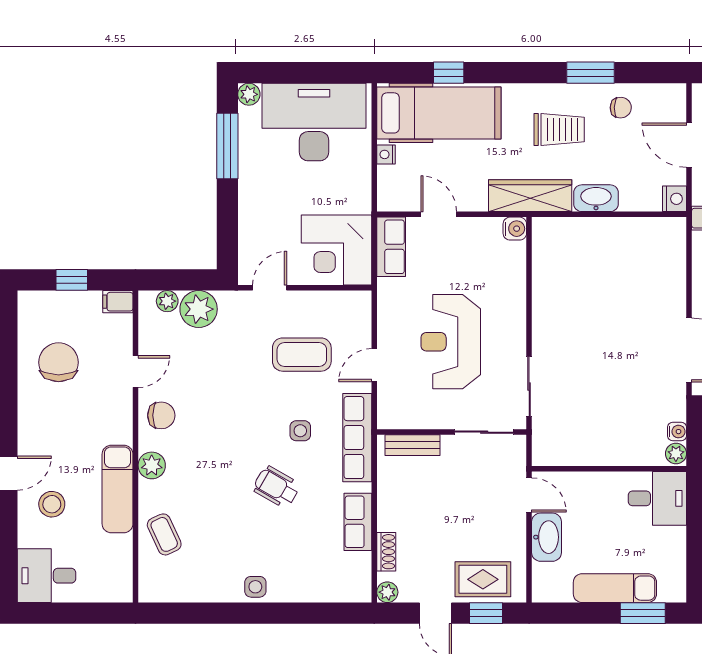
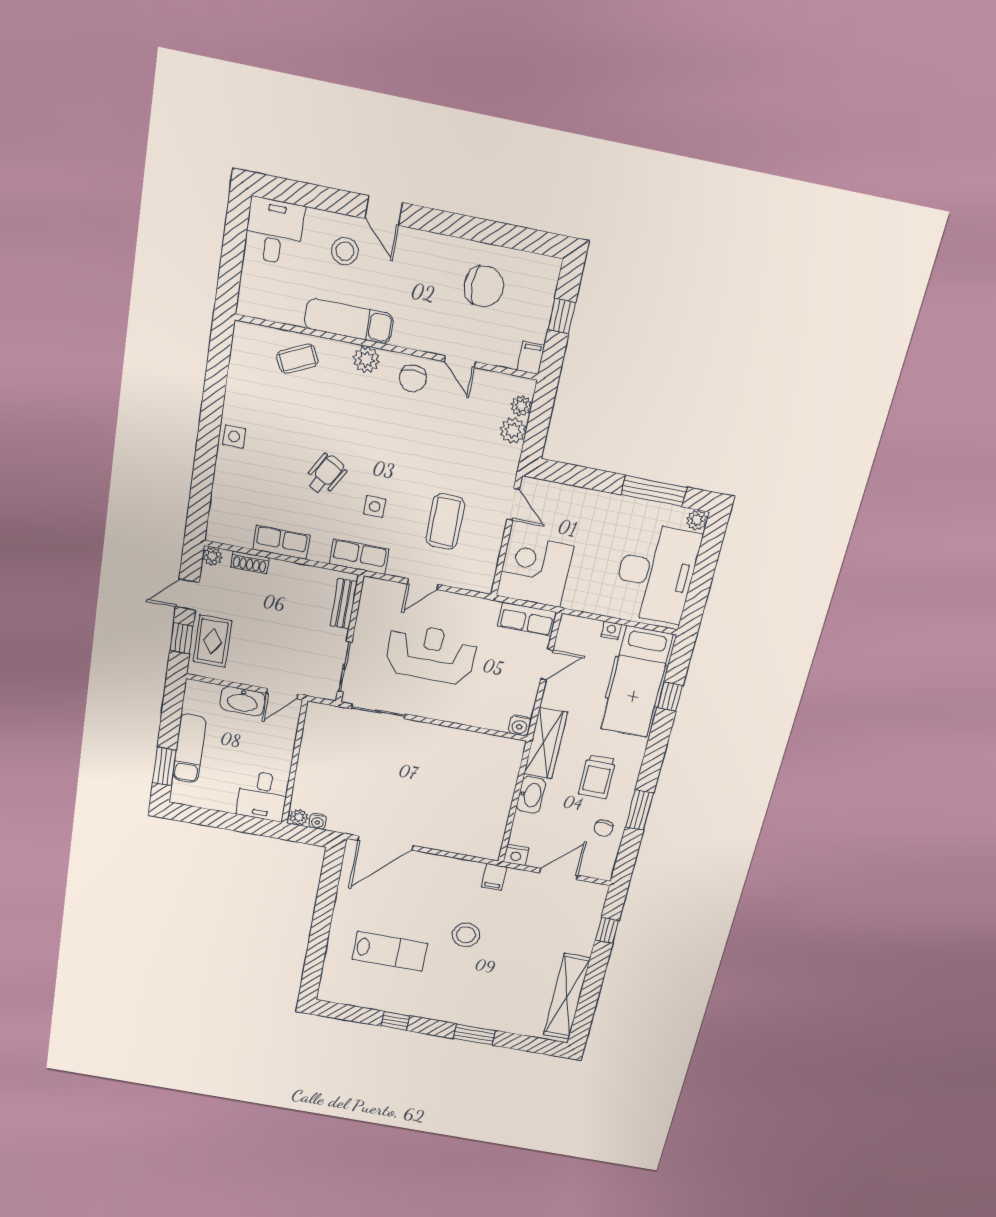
plant: (199, 309) -> (513, 430), width x0.73, depth x0.73
door: (374, 365) -> (423, 584), swing flipped
row of seats: (357, 438) -> (359, 557), width x0.68

